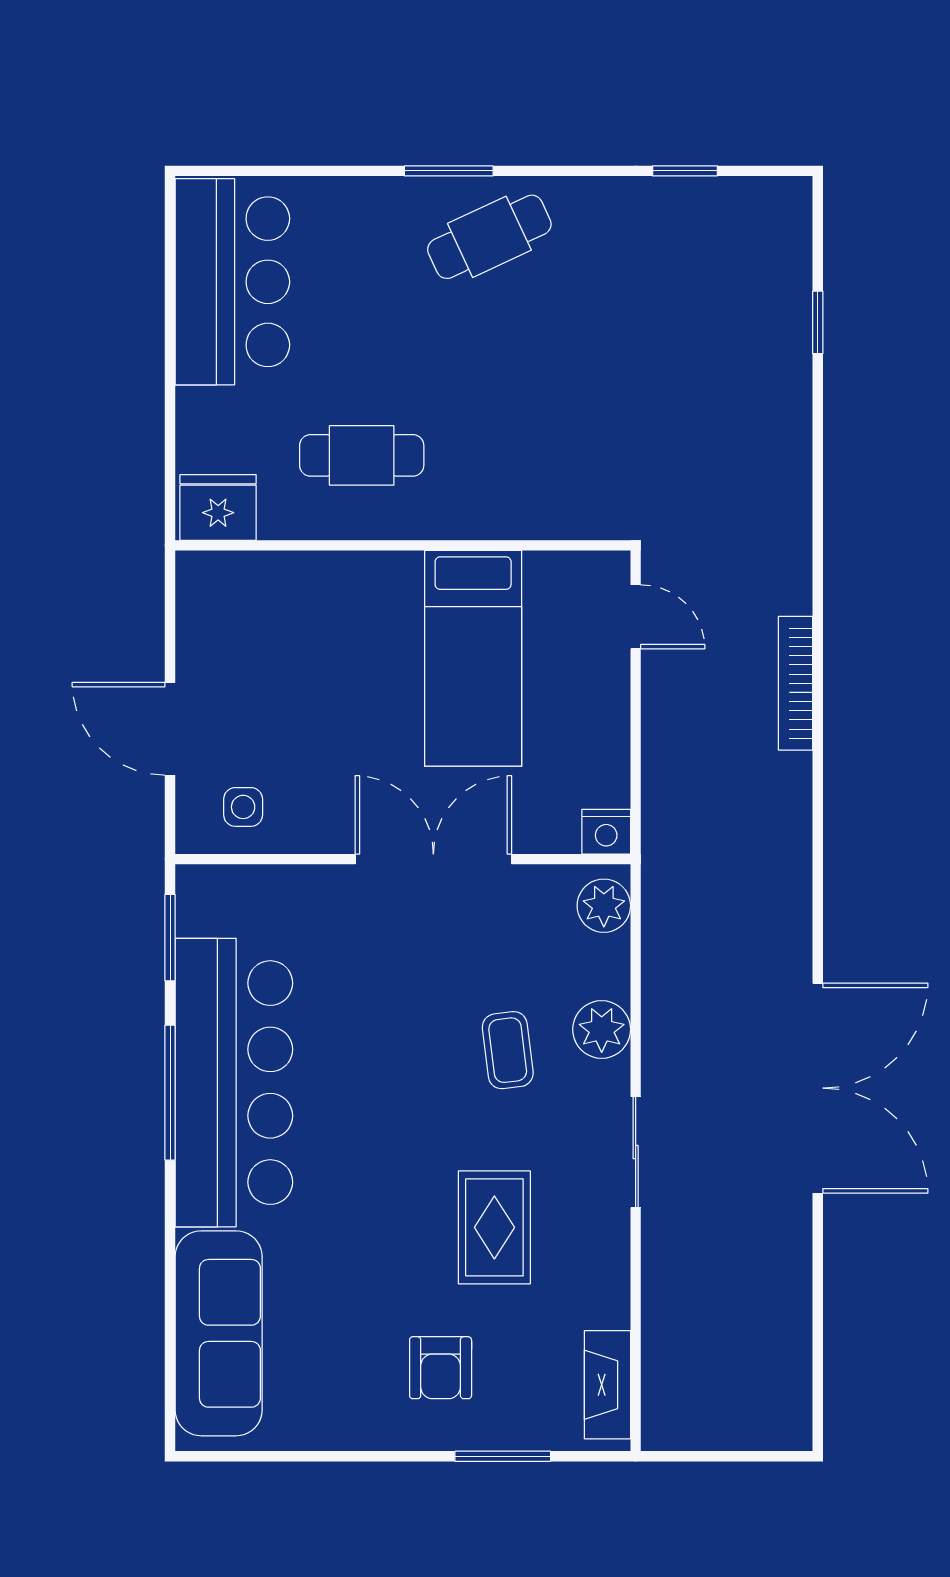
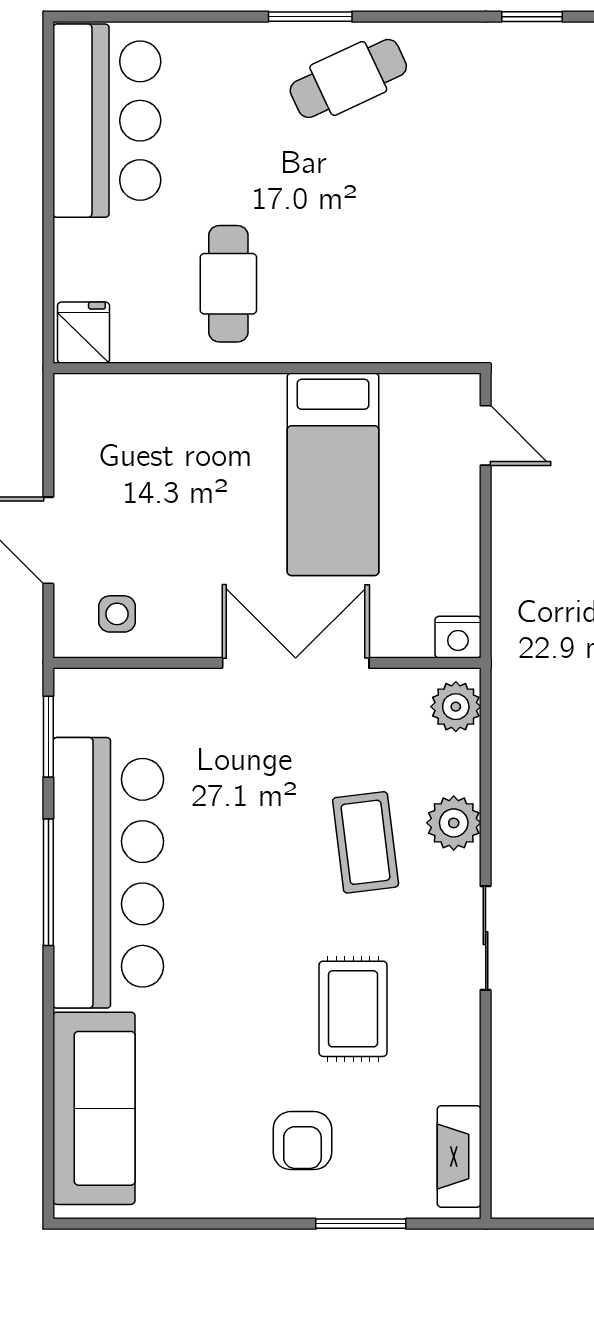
cafe table: (362, 455) -> (228, 284), turned 90
fridge: (218, 507) -> (84, 333), width x0.72
coffee table: (508, 1050) -> (366, 842), width x1.36, depth x1.30

